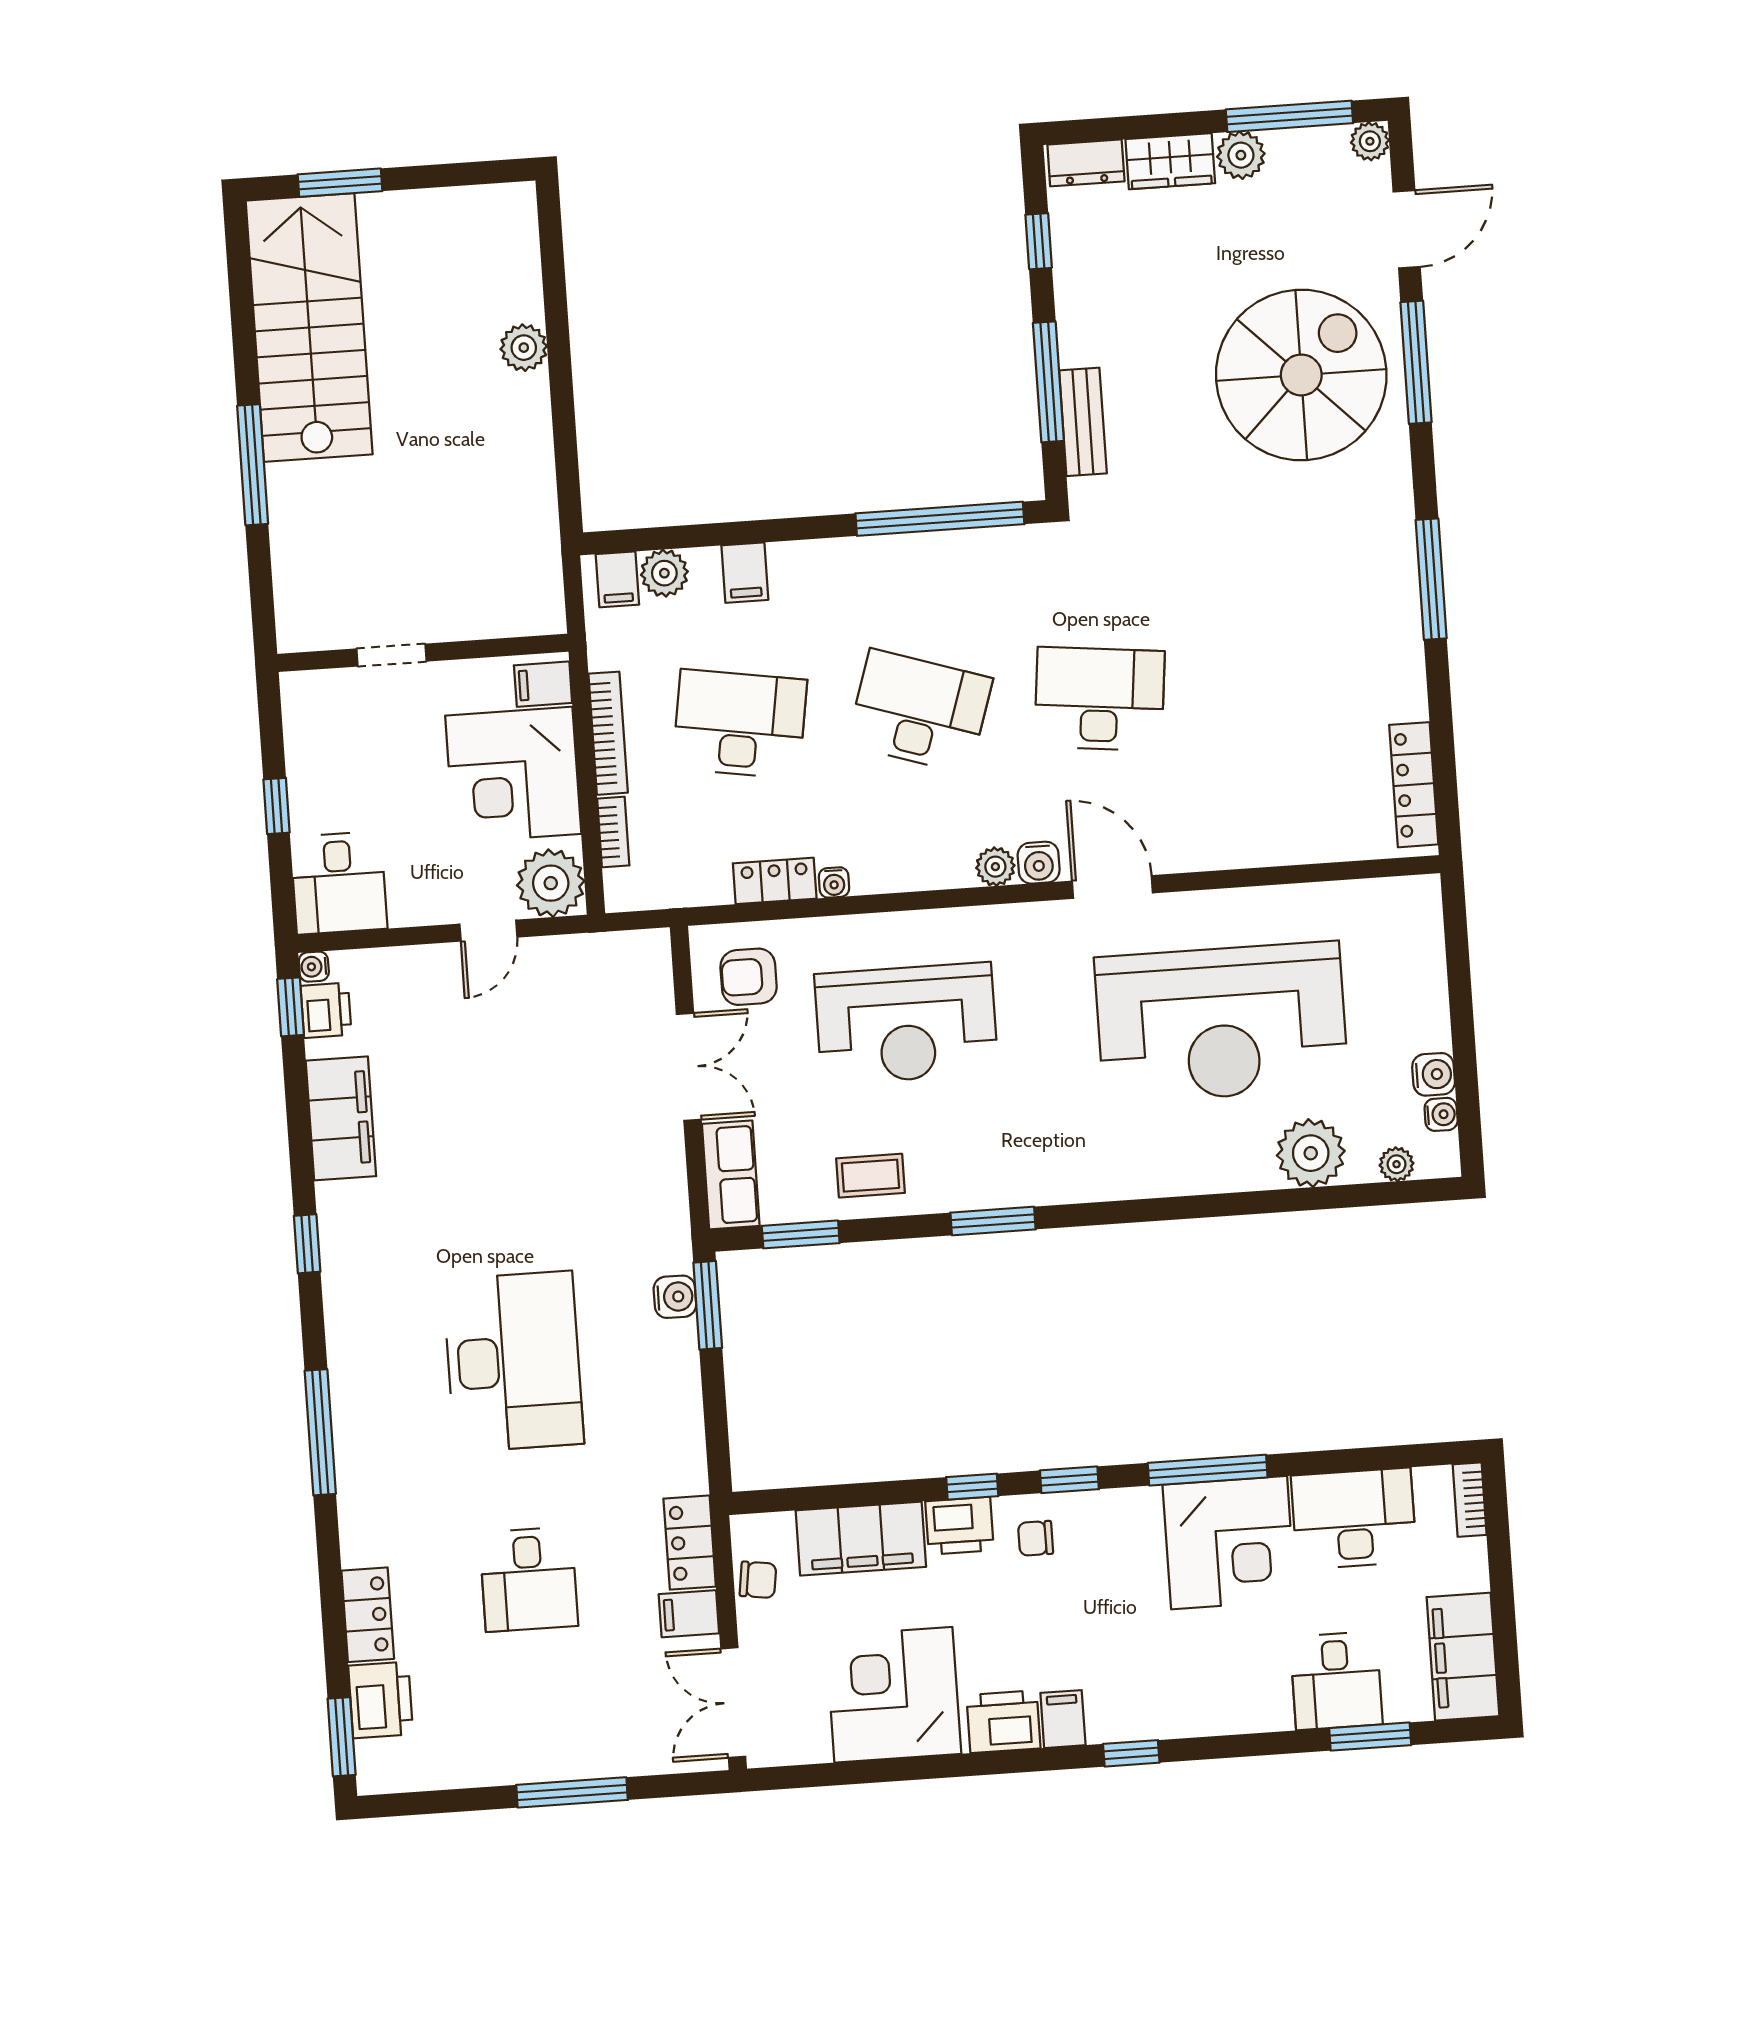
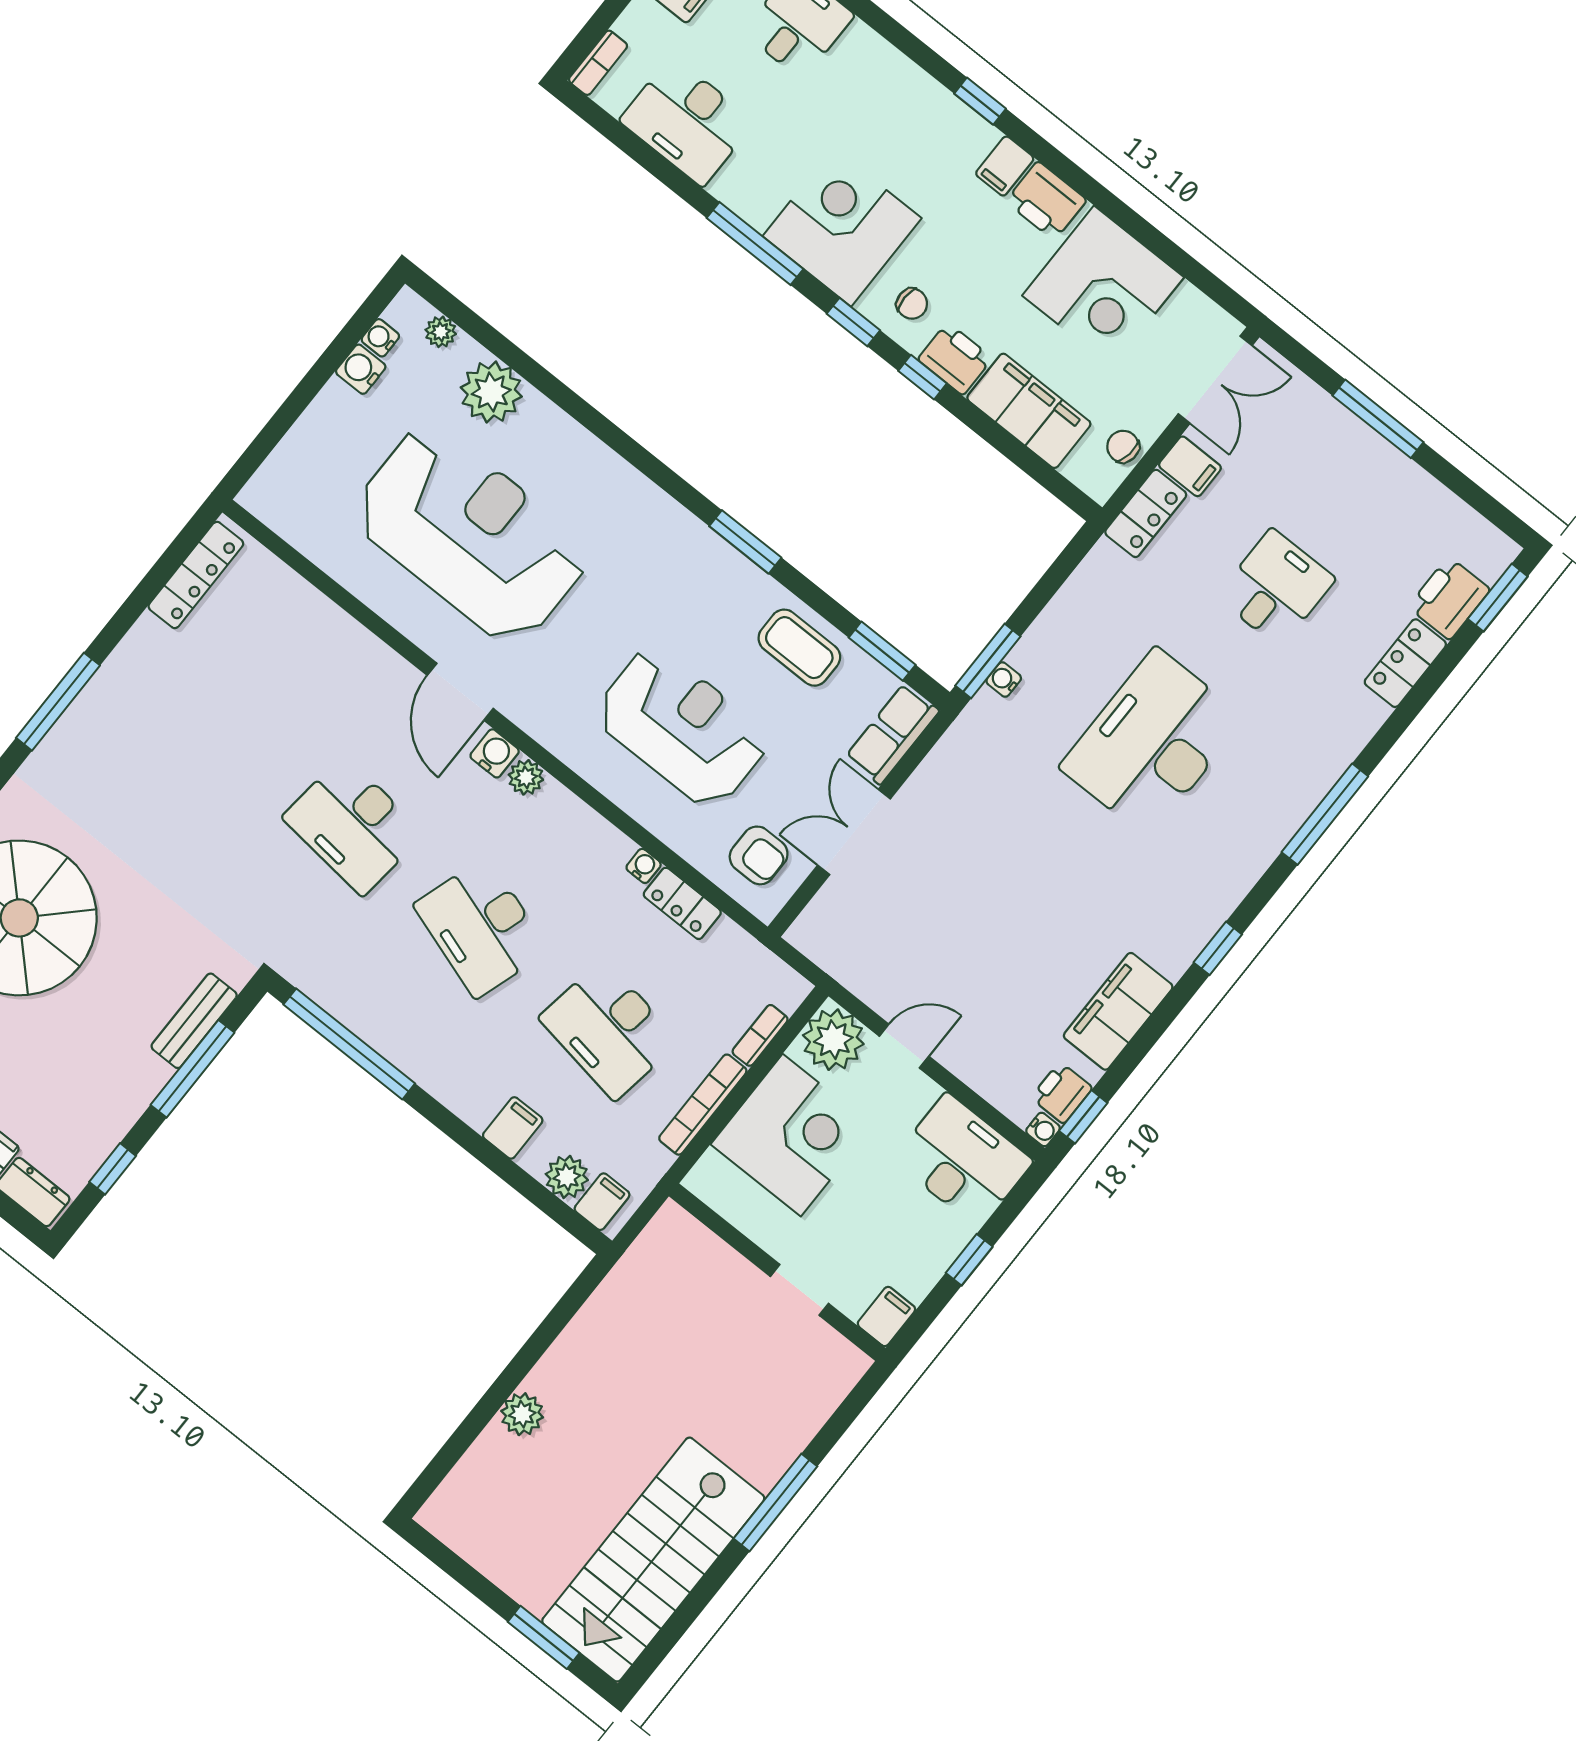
filing cabinet: (543, 684) -> (886, 1317), moved, turned -90
desk: (339, 883) -> (963, 1160), width x1.37
coffee table: (870, 1176) -> (799, 648), width x1.36, depth x1.30
water cooler: (675, 1297) -> (1004, 680), width x0.72, depth x0.72
corner desk: (1229, 1543) -> (842, 227), moved

